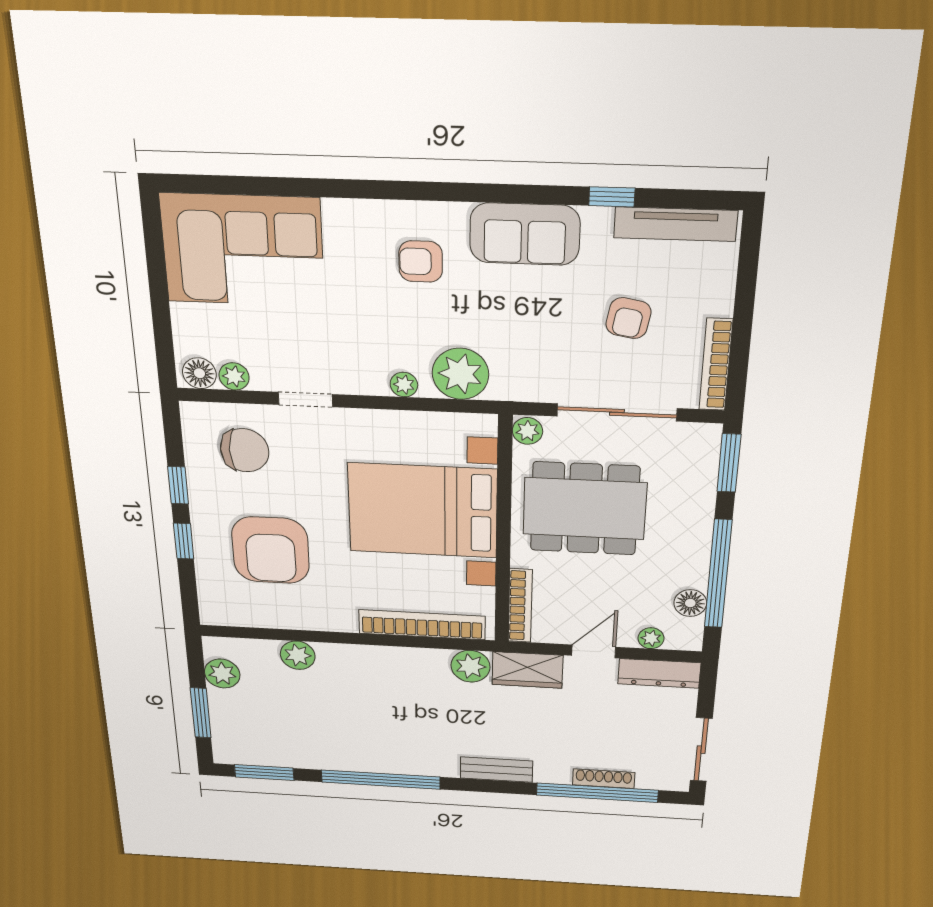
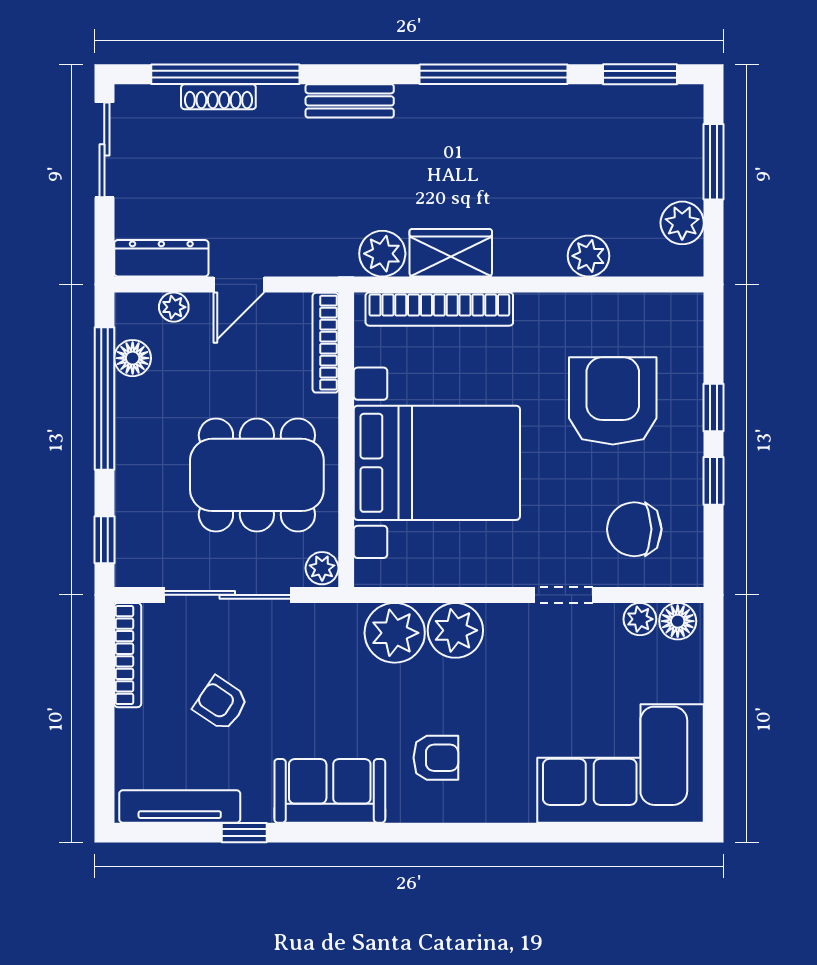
armchair: (628, 318) -> (221, 704), turned -66
plant: (404, 385) -> (455, 630), width x1.88, depth x1.88
window: (729, 463) -> (104, 540), width x0.67
wardrobe: (527, 670) -> (451, 253), moved

